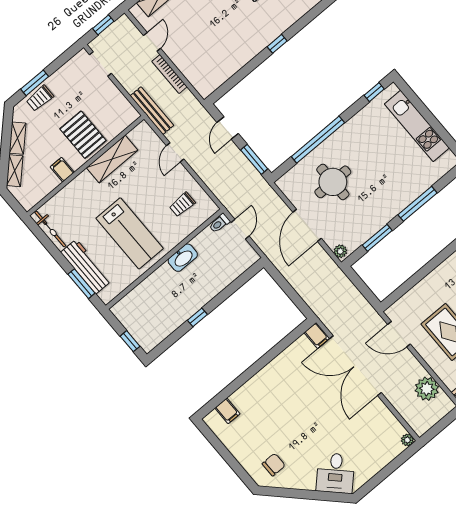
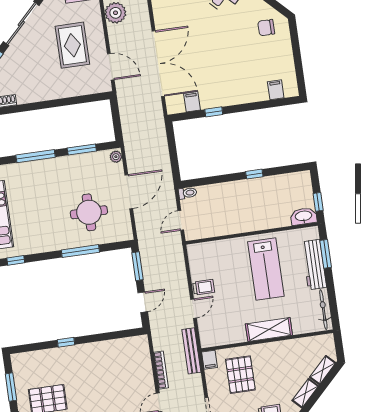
pallet: (83, 135) -> (240, 375), moved
window: (318, 140) -> (80, 251), width x0.68
shelving: (112, 159) -> (269, 330), moved
filing cabinet: (62, 170) -> (209, 360), moved
trolley: (182, 204) -> (204, 287), moved
toilet: (219, 223) -> (188, 193), moved
lab bench: (130, 233) -> (266, 269), turned 180
washbasin: (183, 258) -> (304, 216), moved
filing cabinet: (317, 335) -> (192, 102), moved
window: (130, 341) -> (318, 202), moved
window: (274, 353) -> (214, 112), added

